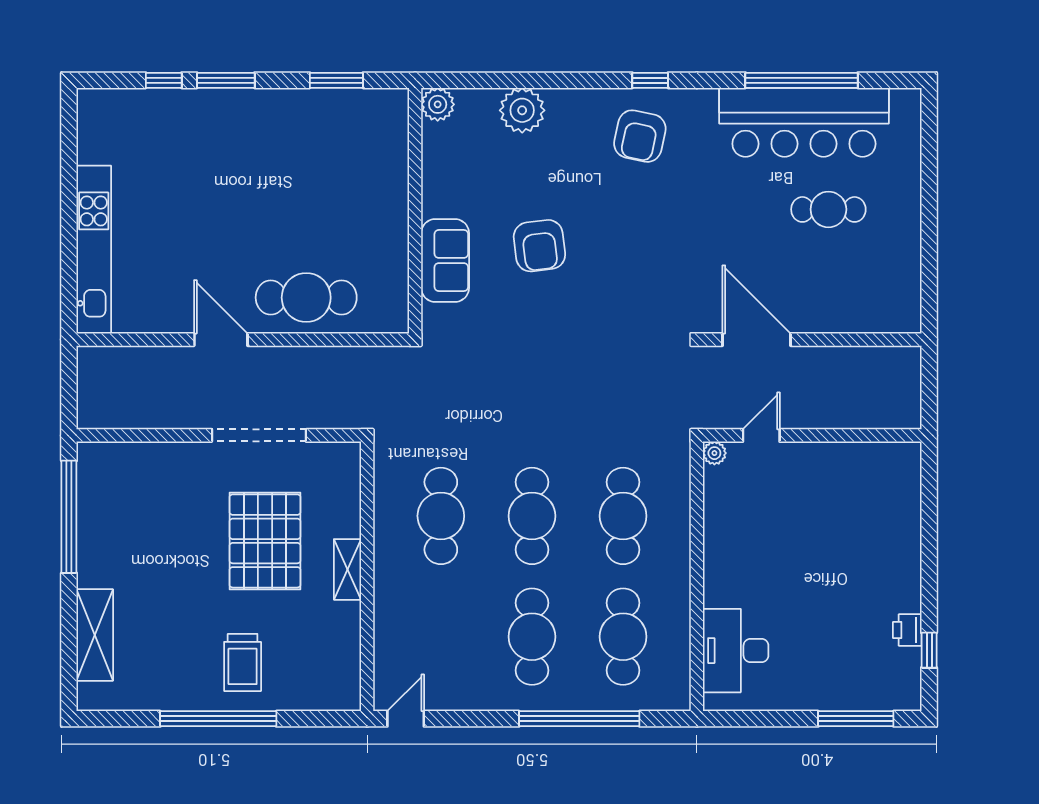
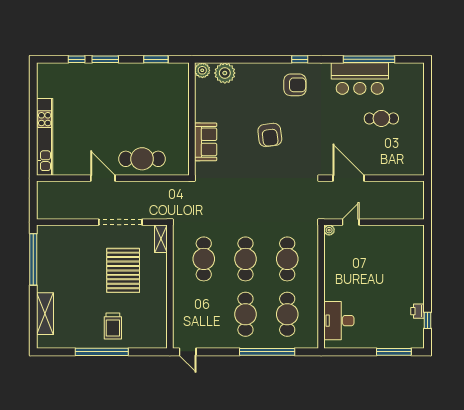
plant: (522, 110) -> (225, 73), moved
bar counter: (804, 122) -> (360, 79), width x0.73
armchair: (640, 136) -> (295, 85), turned -102
armchair: (539, 246) -> (270, 135), moved
shelving: (347, 569) -> (161, 239), moved
door: (406, 719) -> (188, 352), swing flipped

